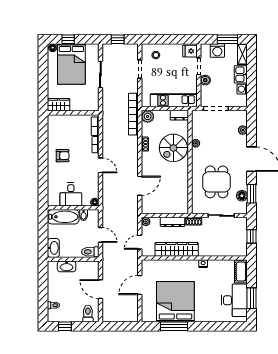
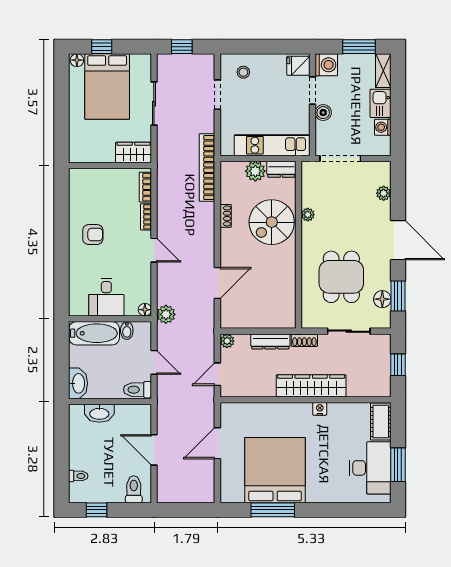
washing machine: (217, 50) -> (326, 65), moved, turned -90
wardrobe: (59, 105) -> (133, 153), moved
plant: (148, 116) -> (255, 171), moved
plant: (108, 205) -> (166, 314), added
wardrobe: (177, 249) -> (311, 386), moved

